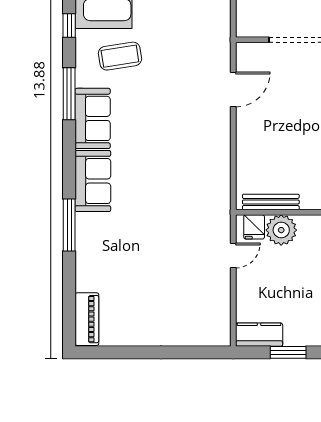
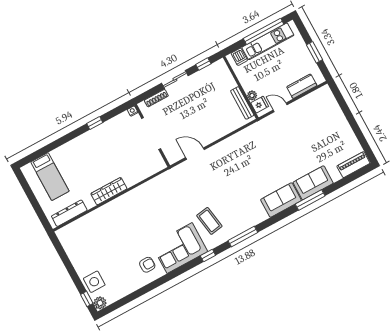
sofa: (93, 118) -> (313, 183), moved
plant: (281, 230) -> (252, 95), width x0.53, depth x0.53
kitchen counter: (259, 335) -> (302, 86), moved, turned 90

